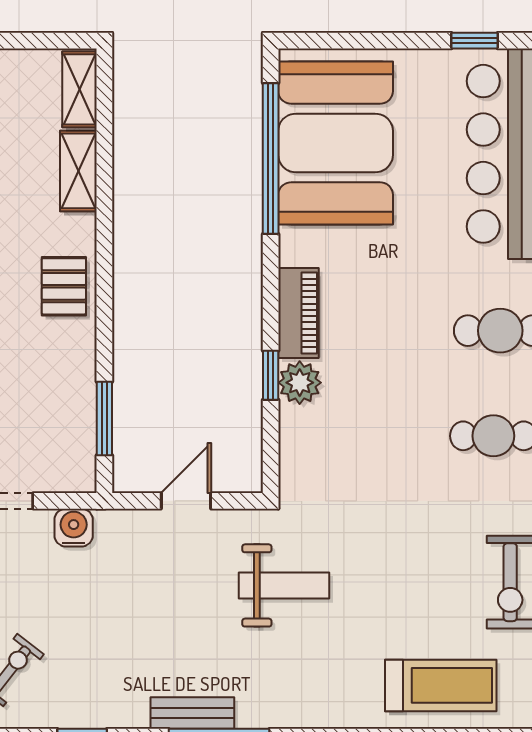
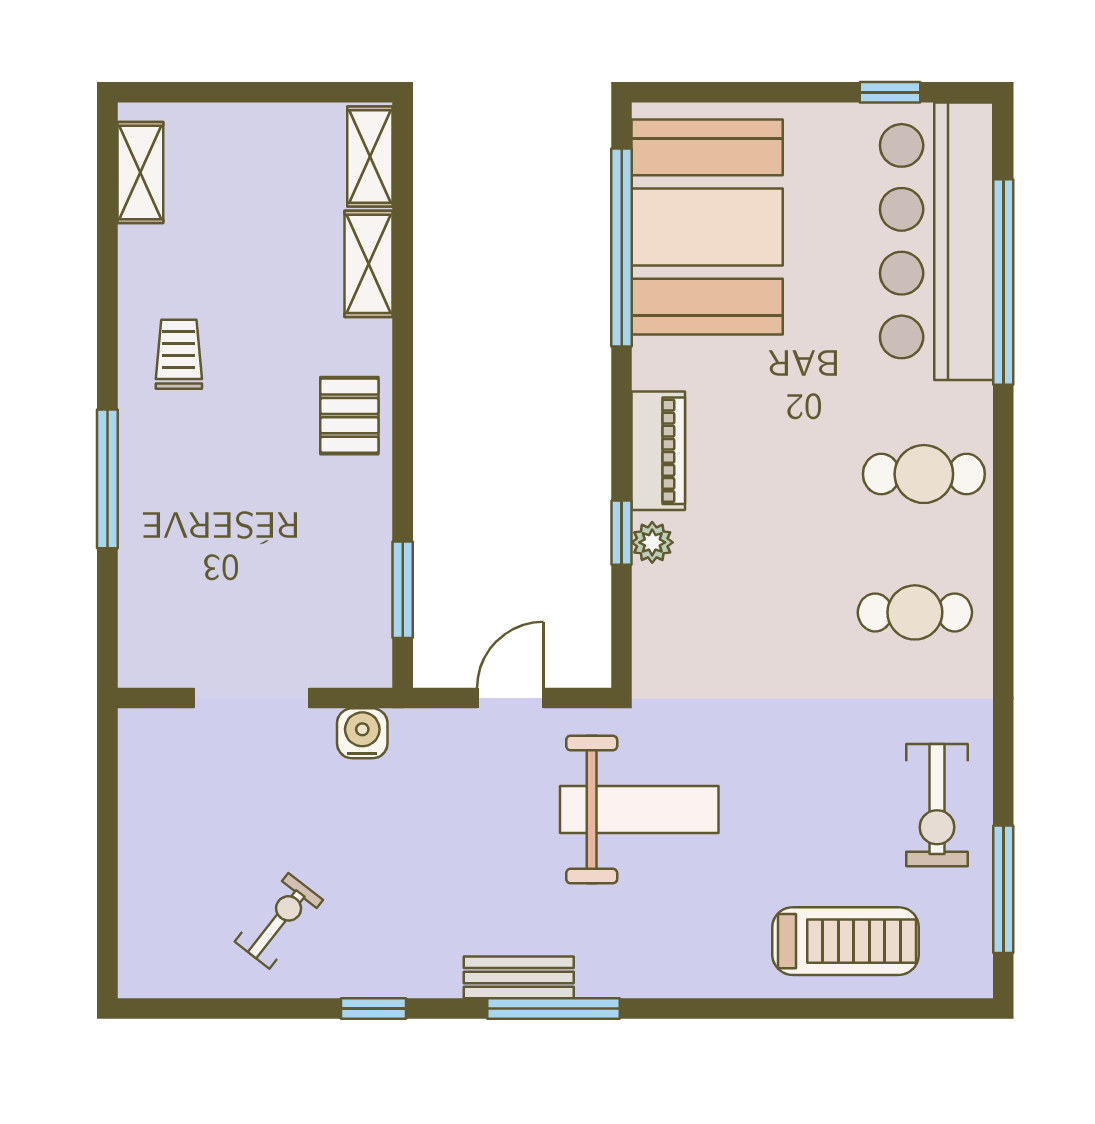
plant: (300, 383) -> (652, 542), width x0.73, depth x0.73
weight bench: (284, 585) -> (639, 810), width x1.36, depth x1.33

